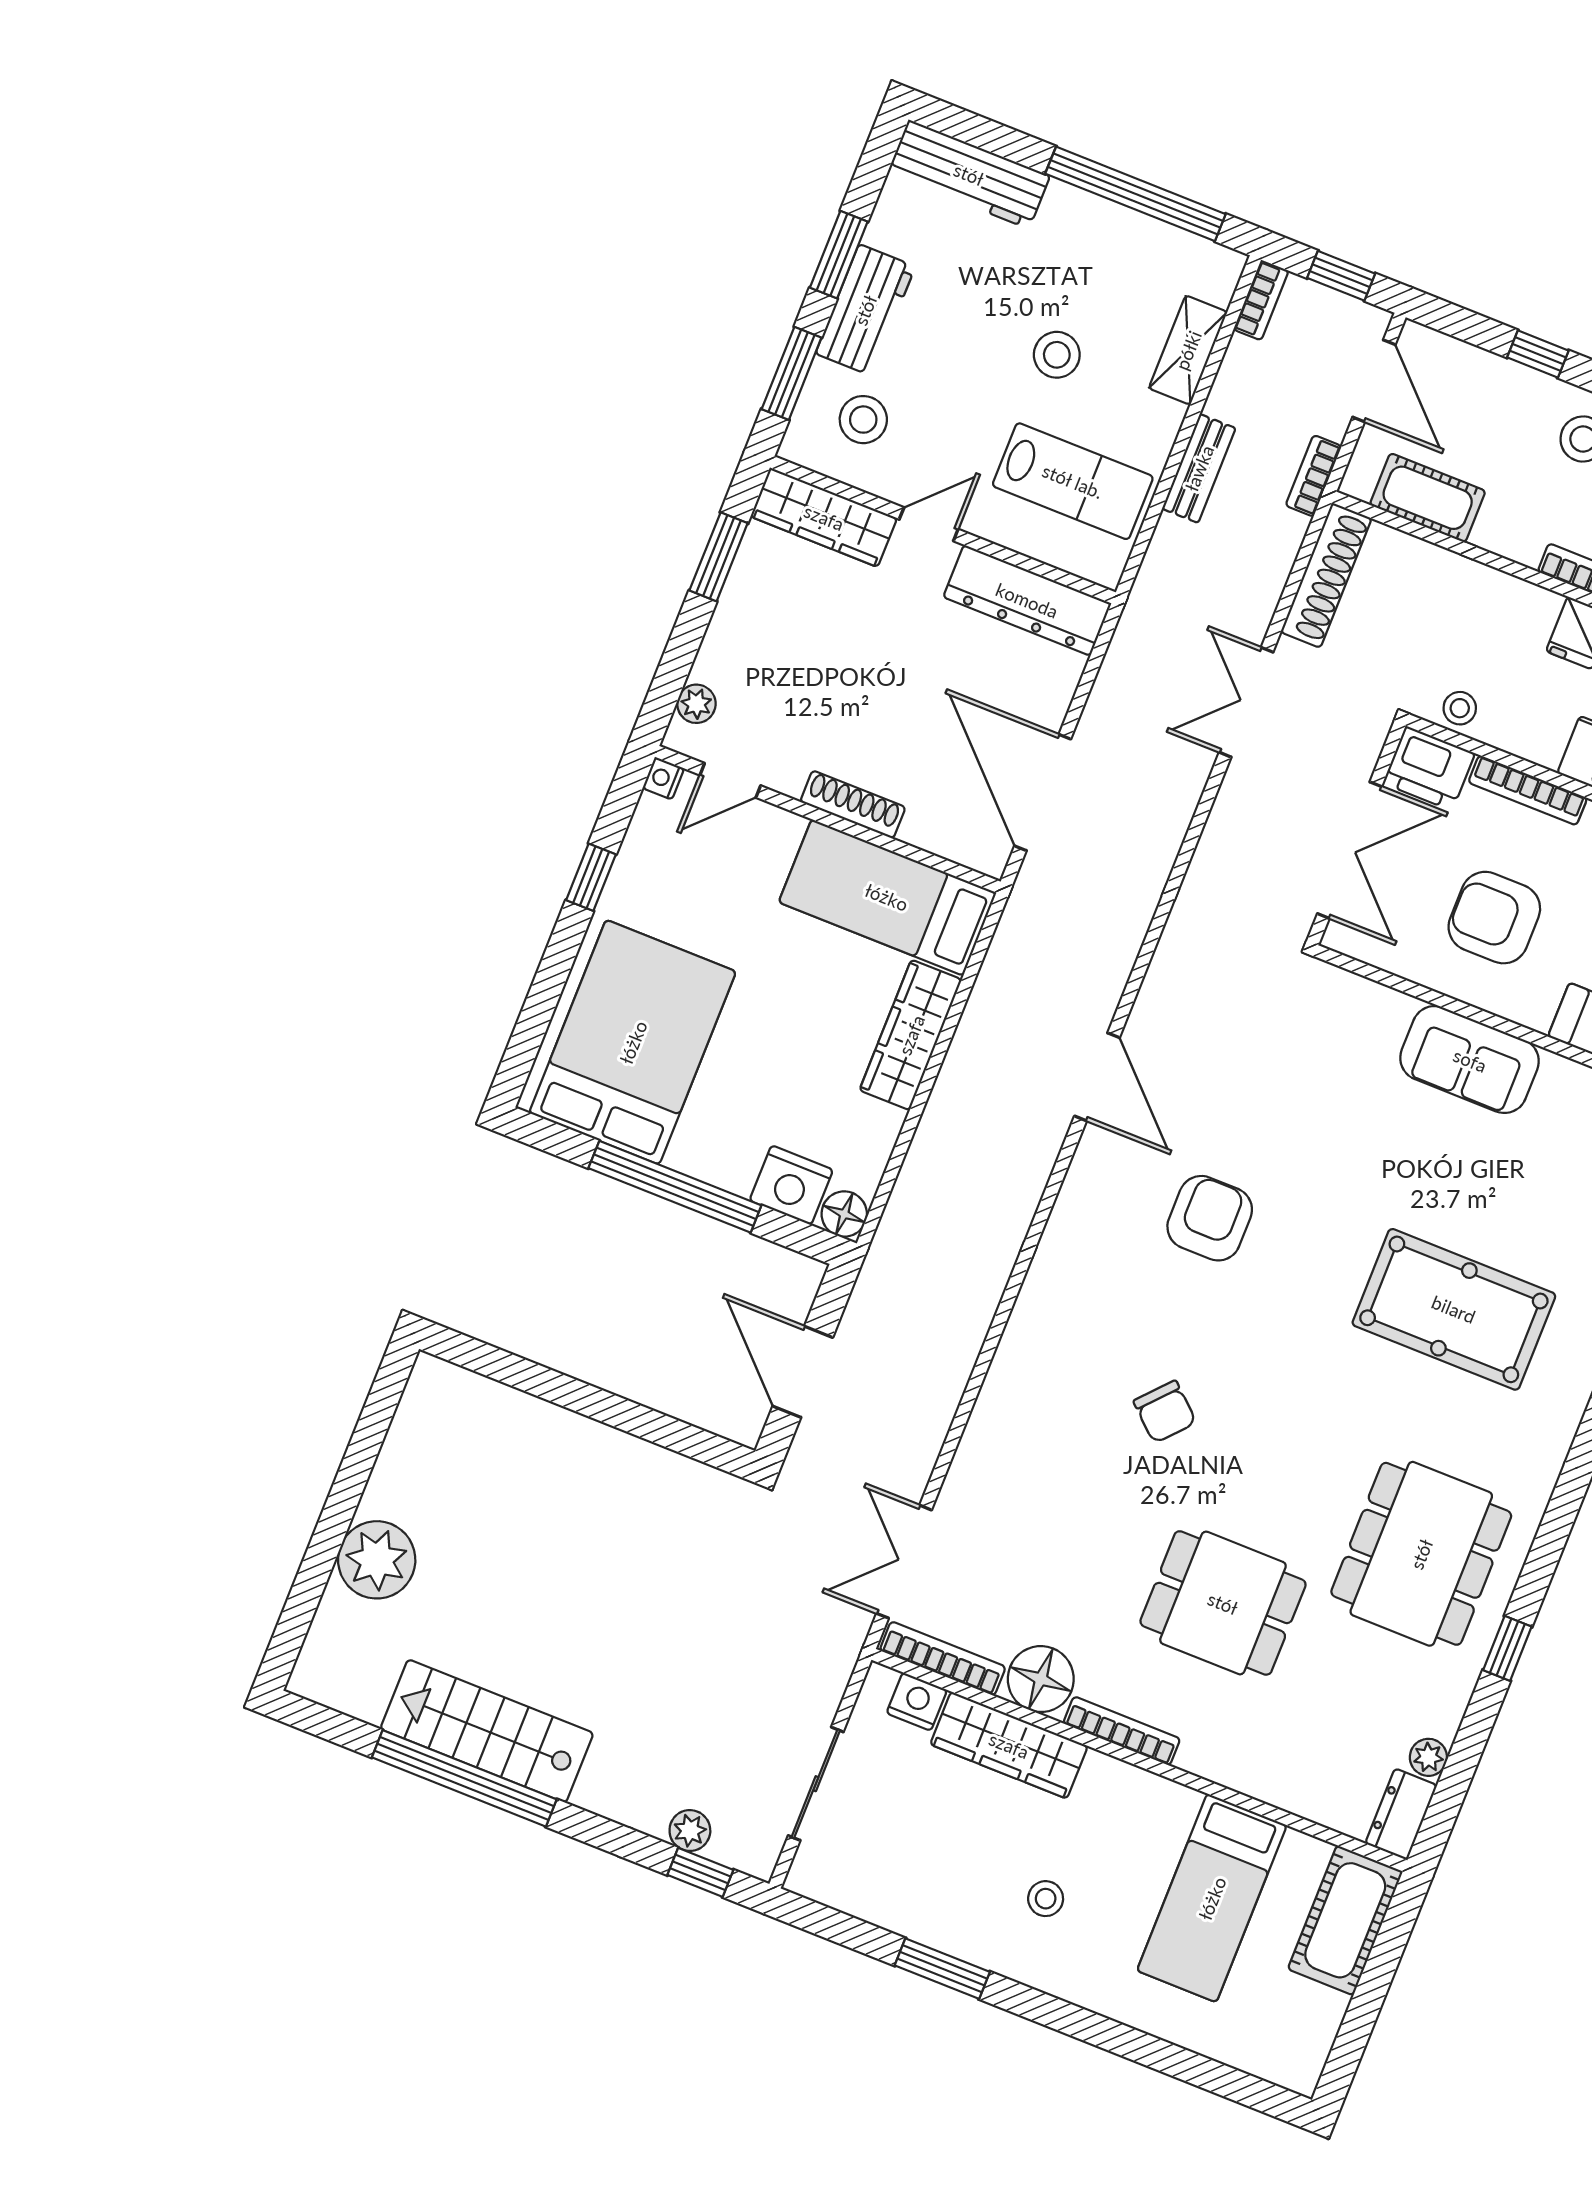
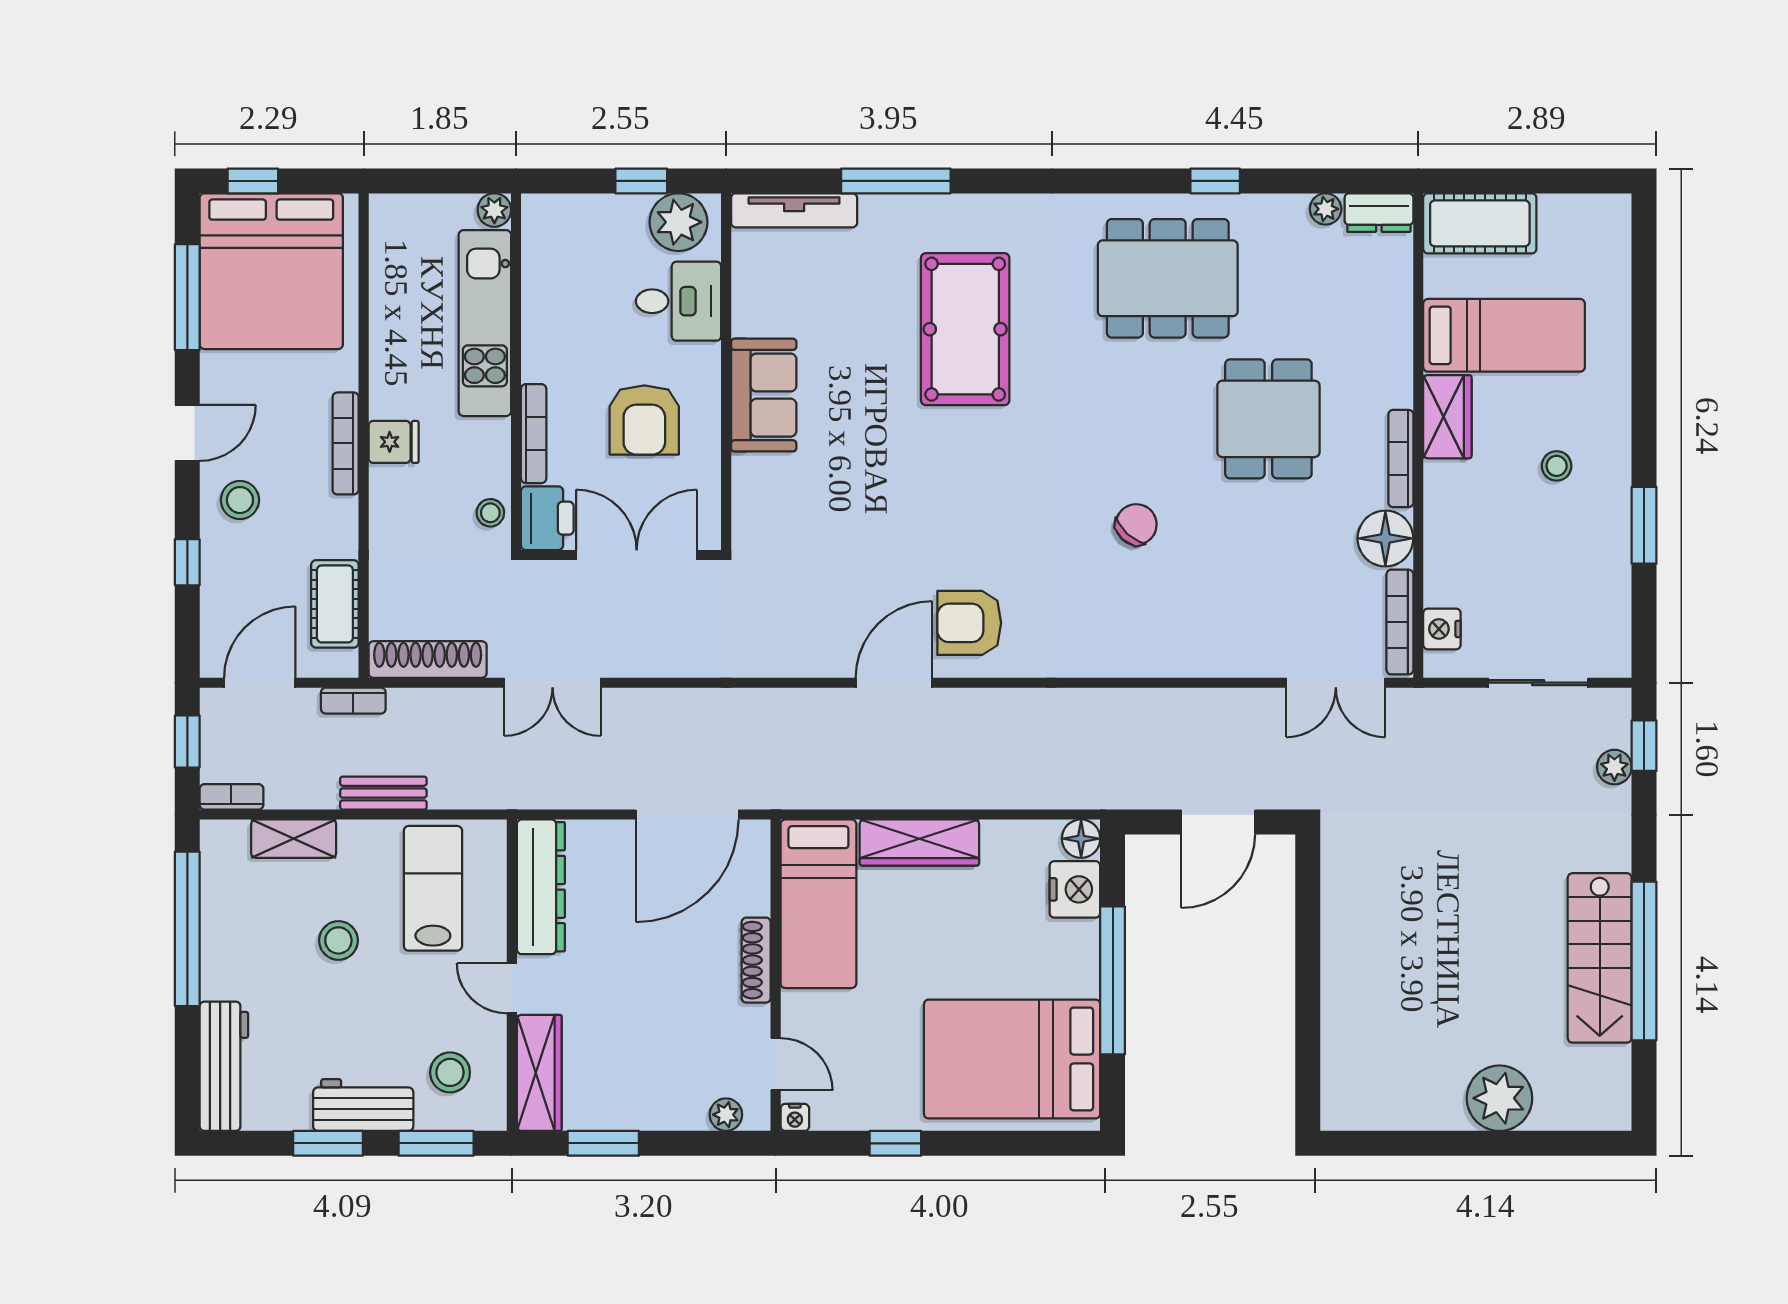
armchair: (1210, 1218) -> (969, 623), moved
wardrobe: (1009, 1745) -> (1447, 417), moved, width x0.67

